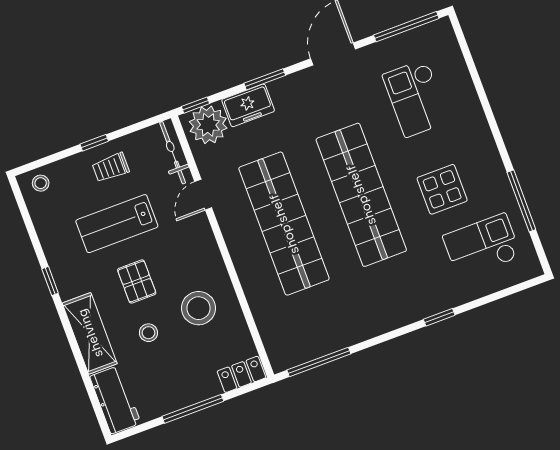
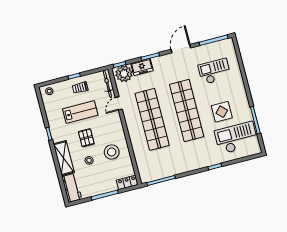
checkout: (416, 98) -> (214, 71), turned 90
lab bench: (117, 224) -> (80, 112), turned 180
checkout: (482, 246) -> (236, 138), width x1.36, depth x1.21

